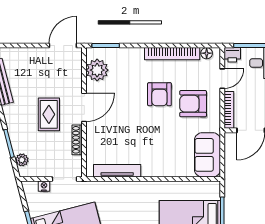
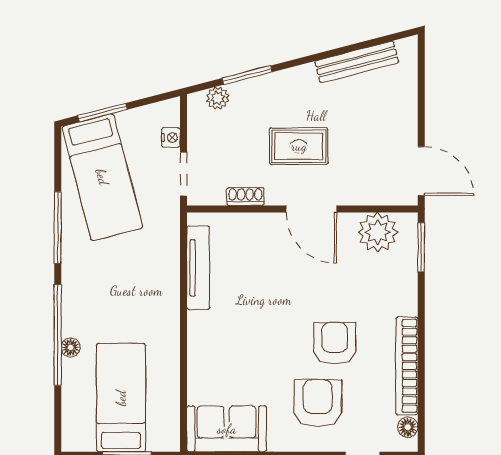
armchair: (159, 94) -> (335, 343), turned 90
shoe rack: (77, 140) -> (245, 197), width x0.70

